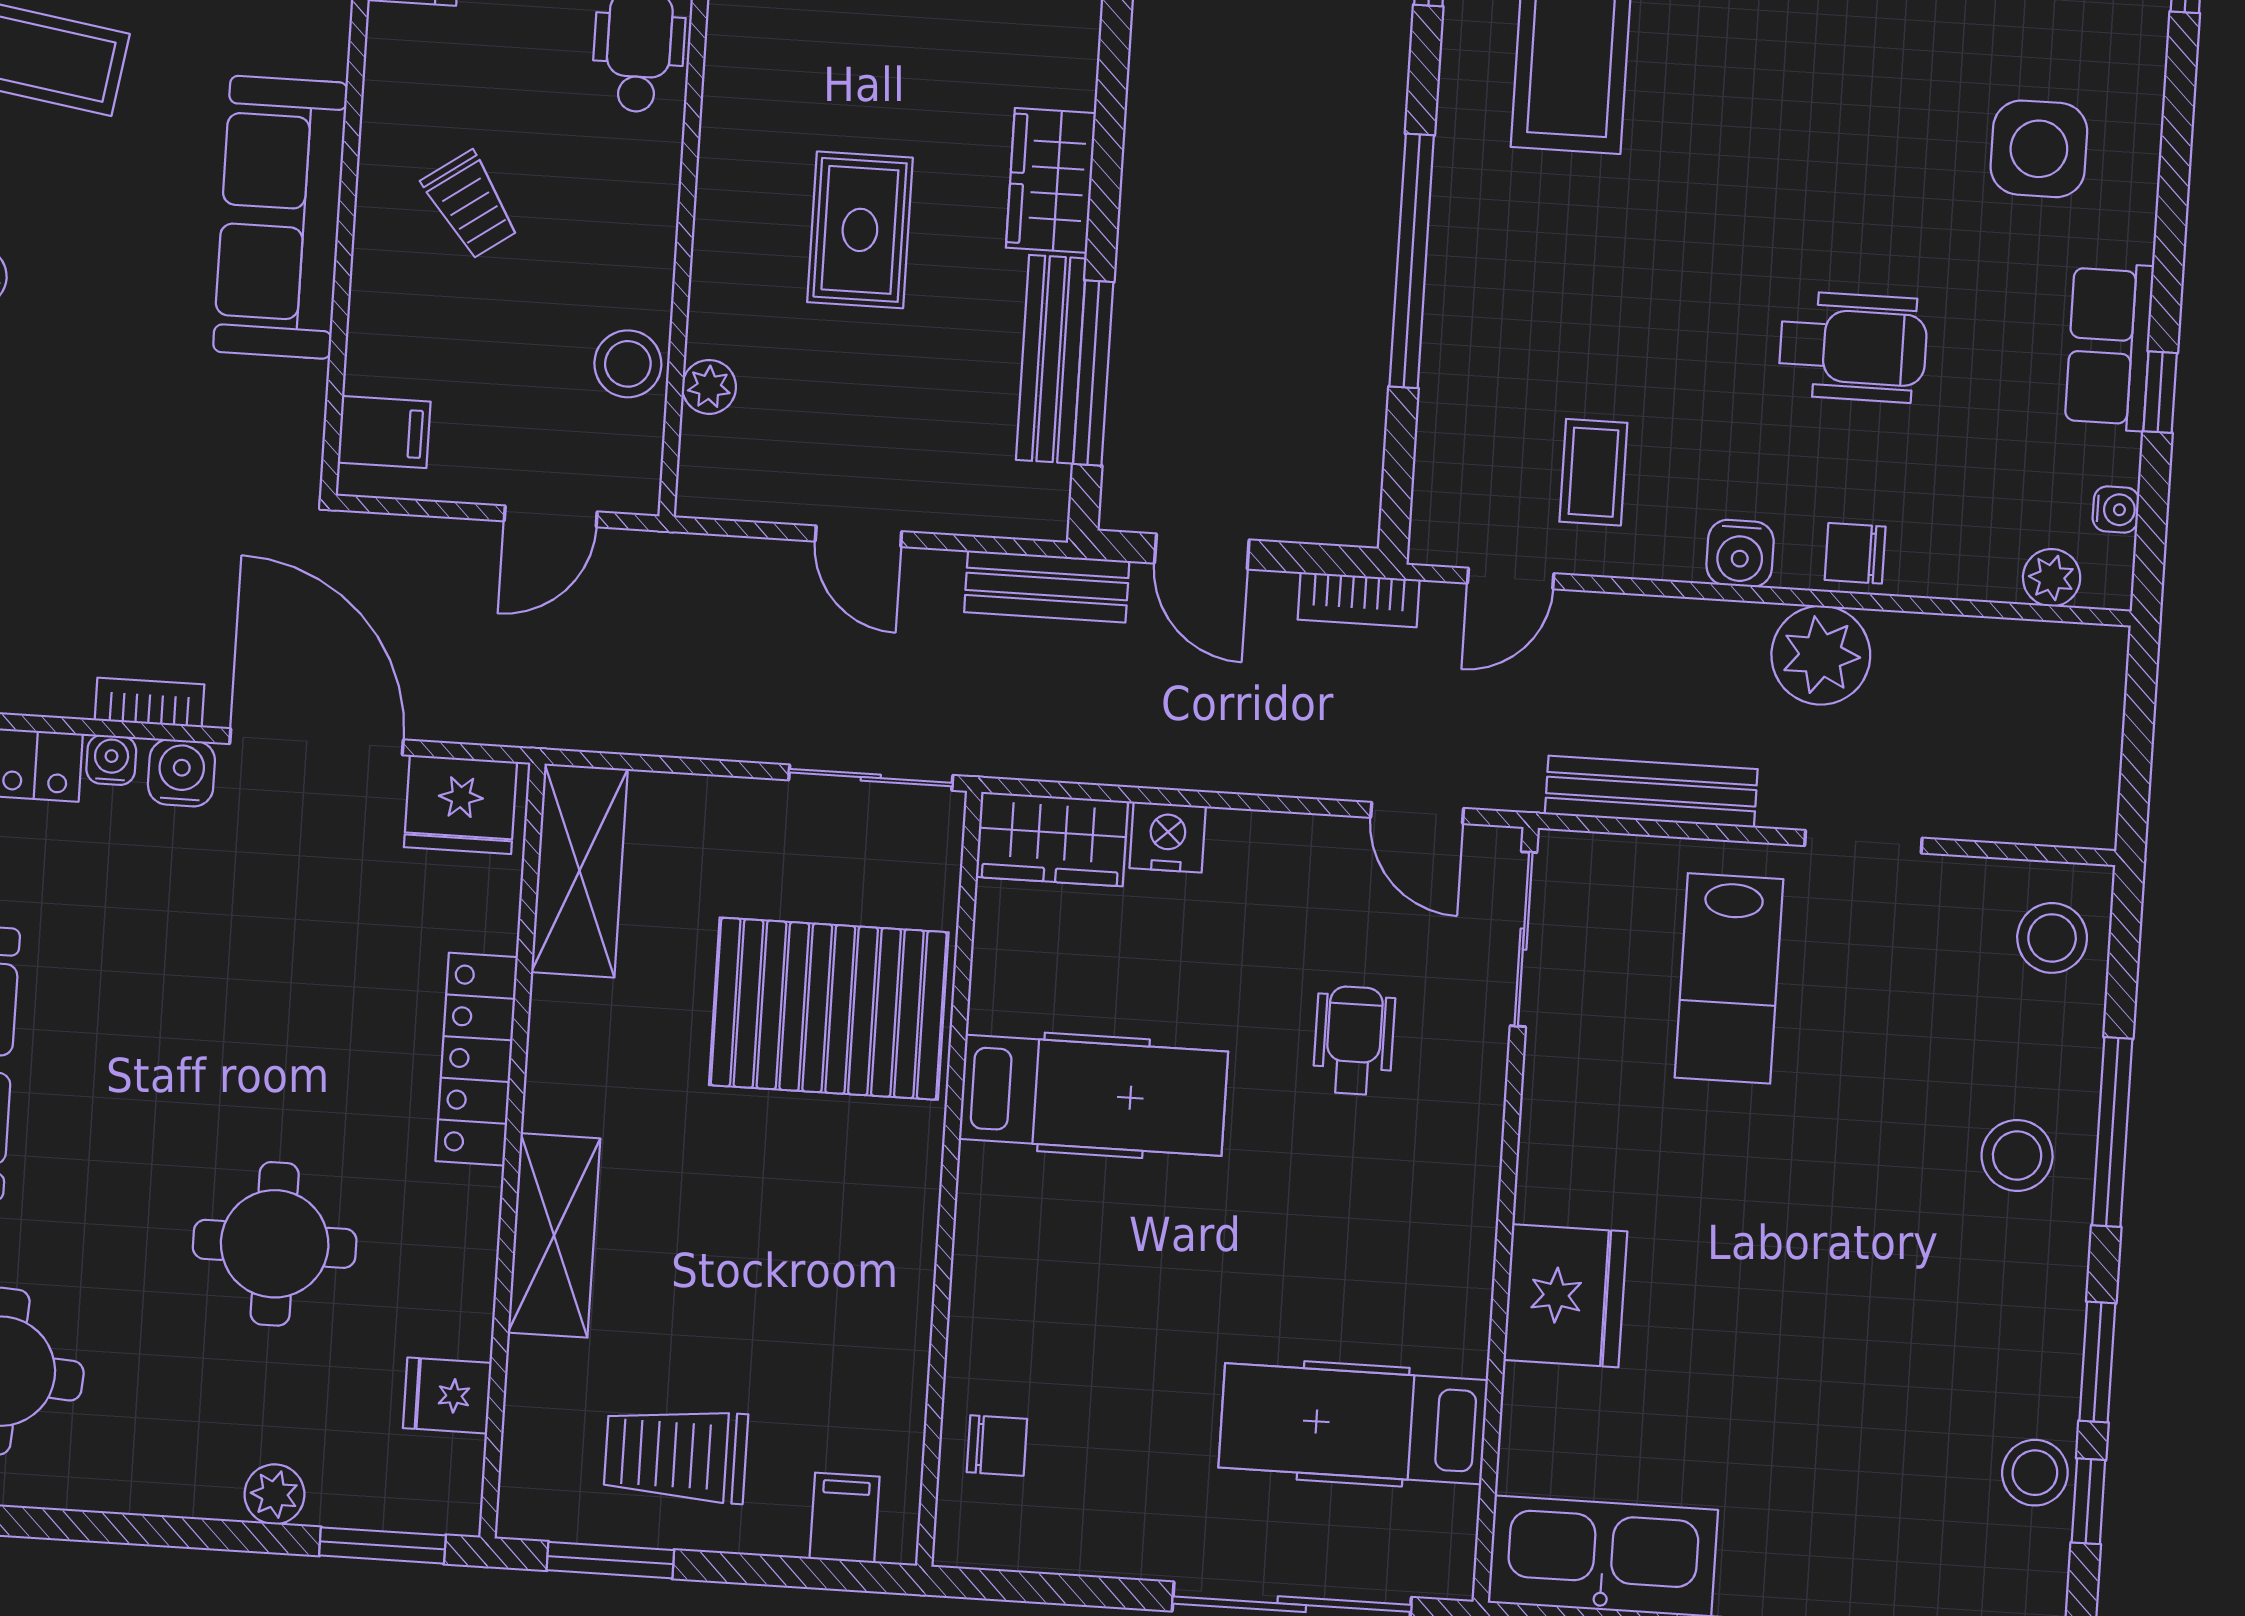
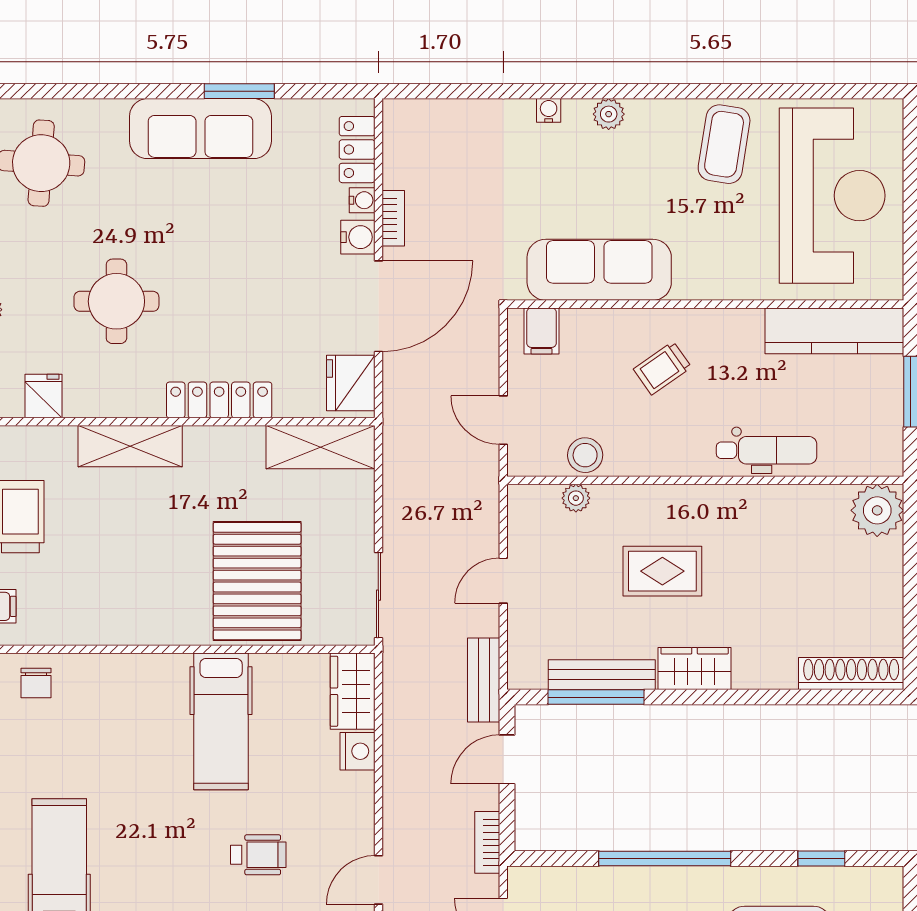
sofa: (280, 217) -> (599, 270), moved

